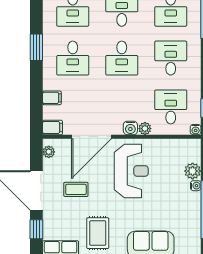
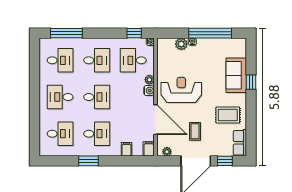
desk: (171, 58) -> (97, 60), turned 180

